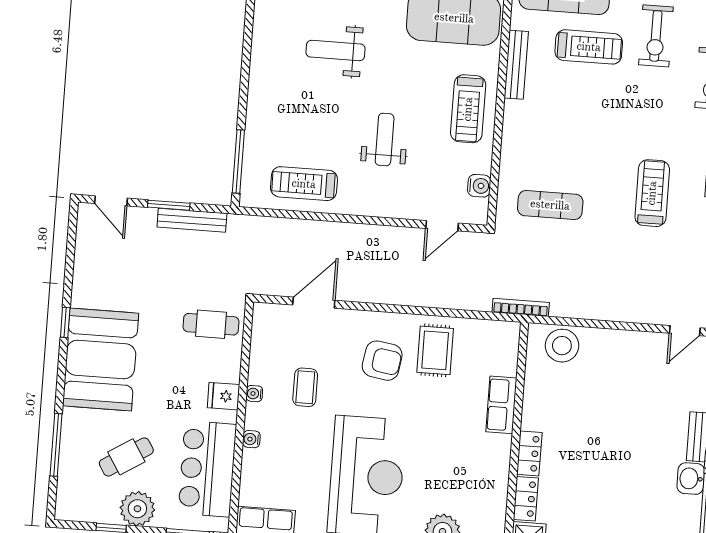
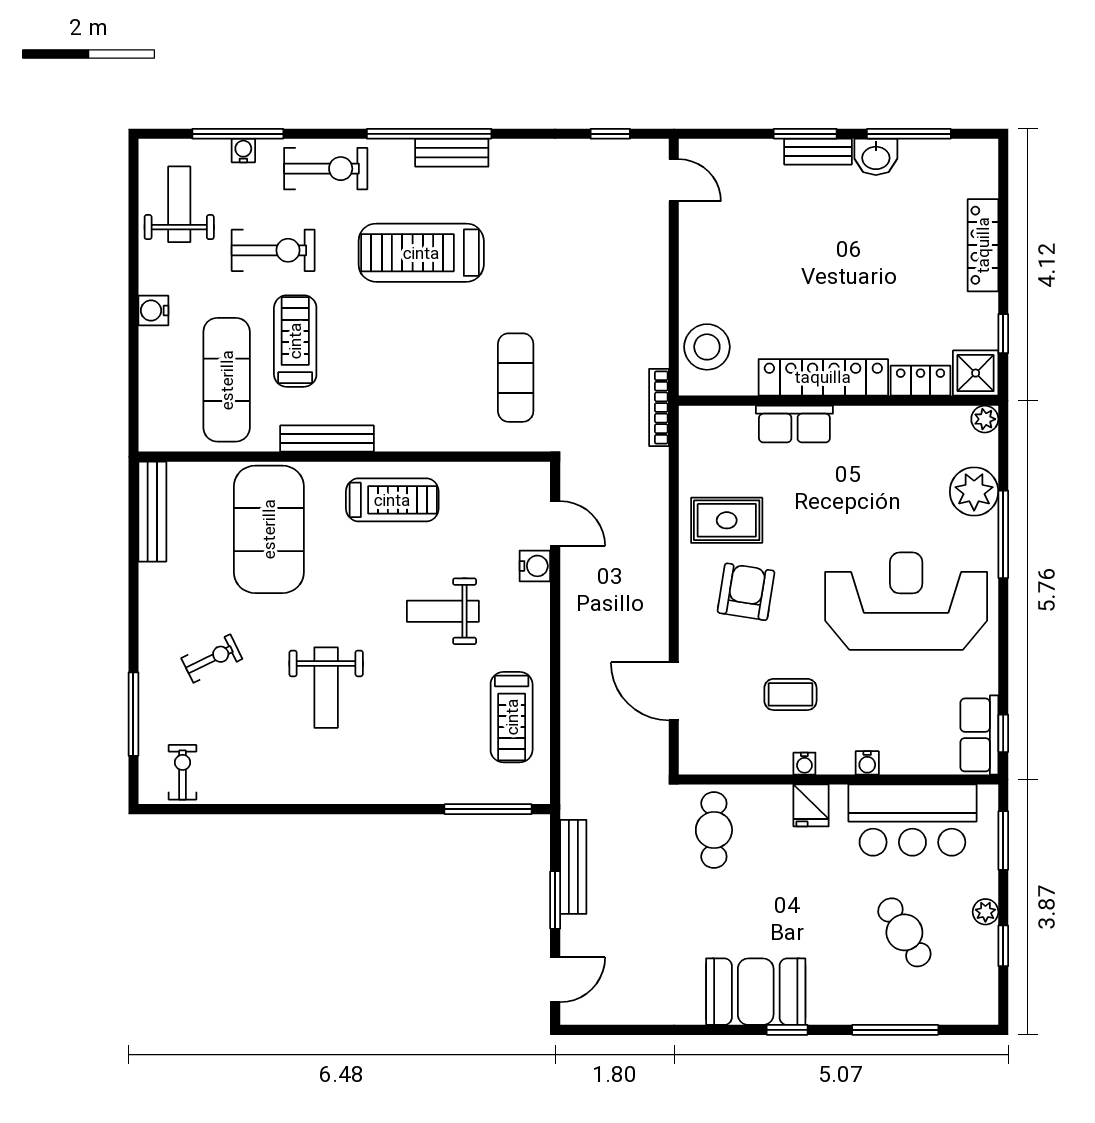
water cooler: (479, 186) -> (535, 566), moved, turned 90
treadmill: (652, 193) -> (421, 253), moved, width x1.37, depth x1.38
window: (65, 322) -> (787, 1030), moved
booth: (101, 360) -> (756, 992), width x0.73, depth x0.70
locker: (529, 453) -> (823, 377), width x2.16, depth x1.21
plant: (137, 509) -> (985, 912), width x0.53, depth x0.53

